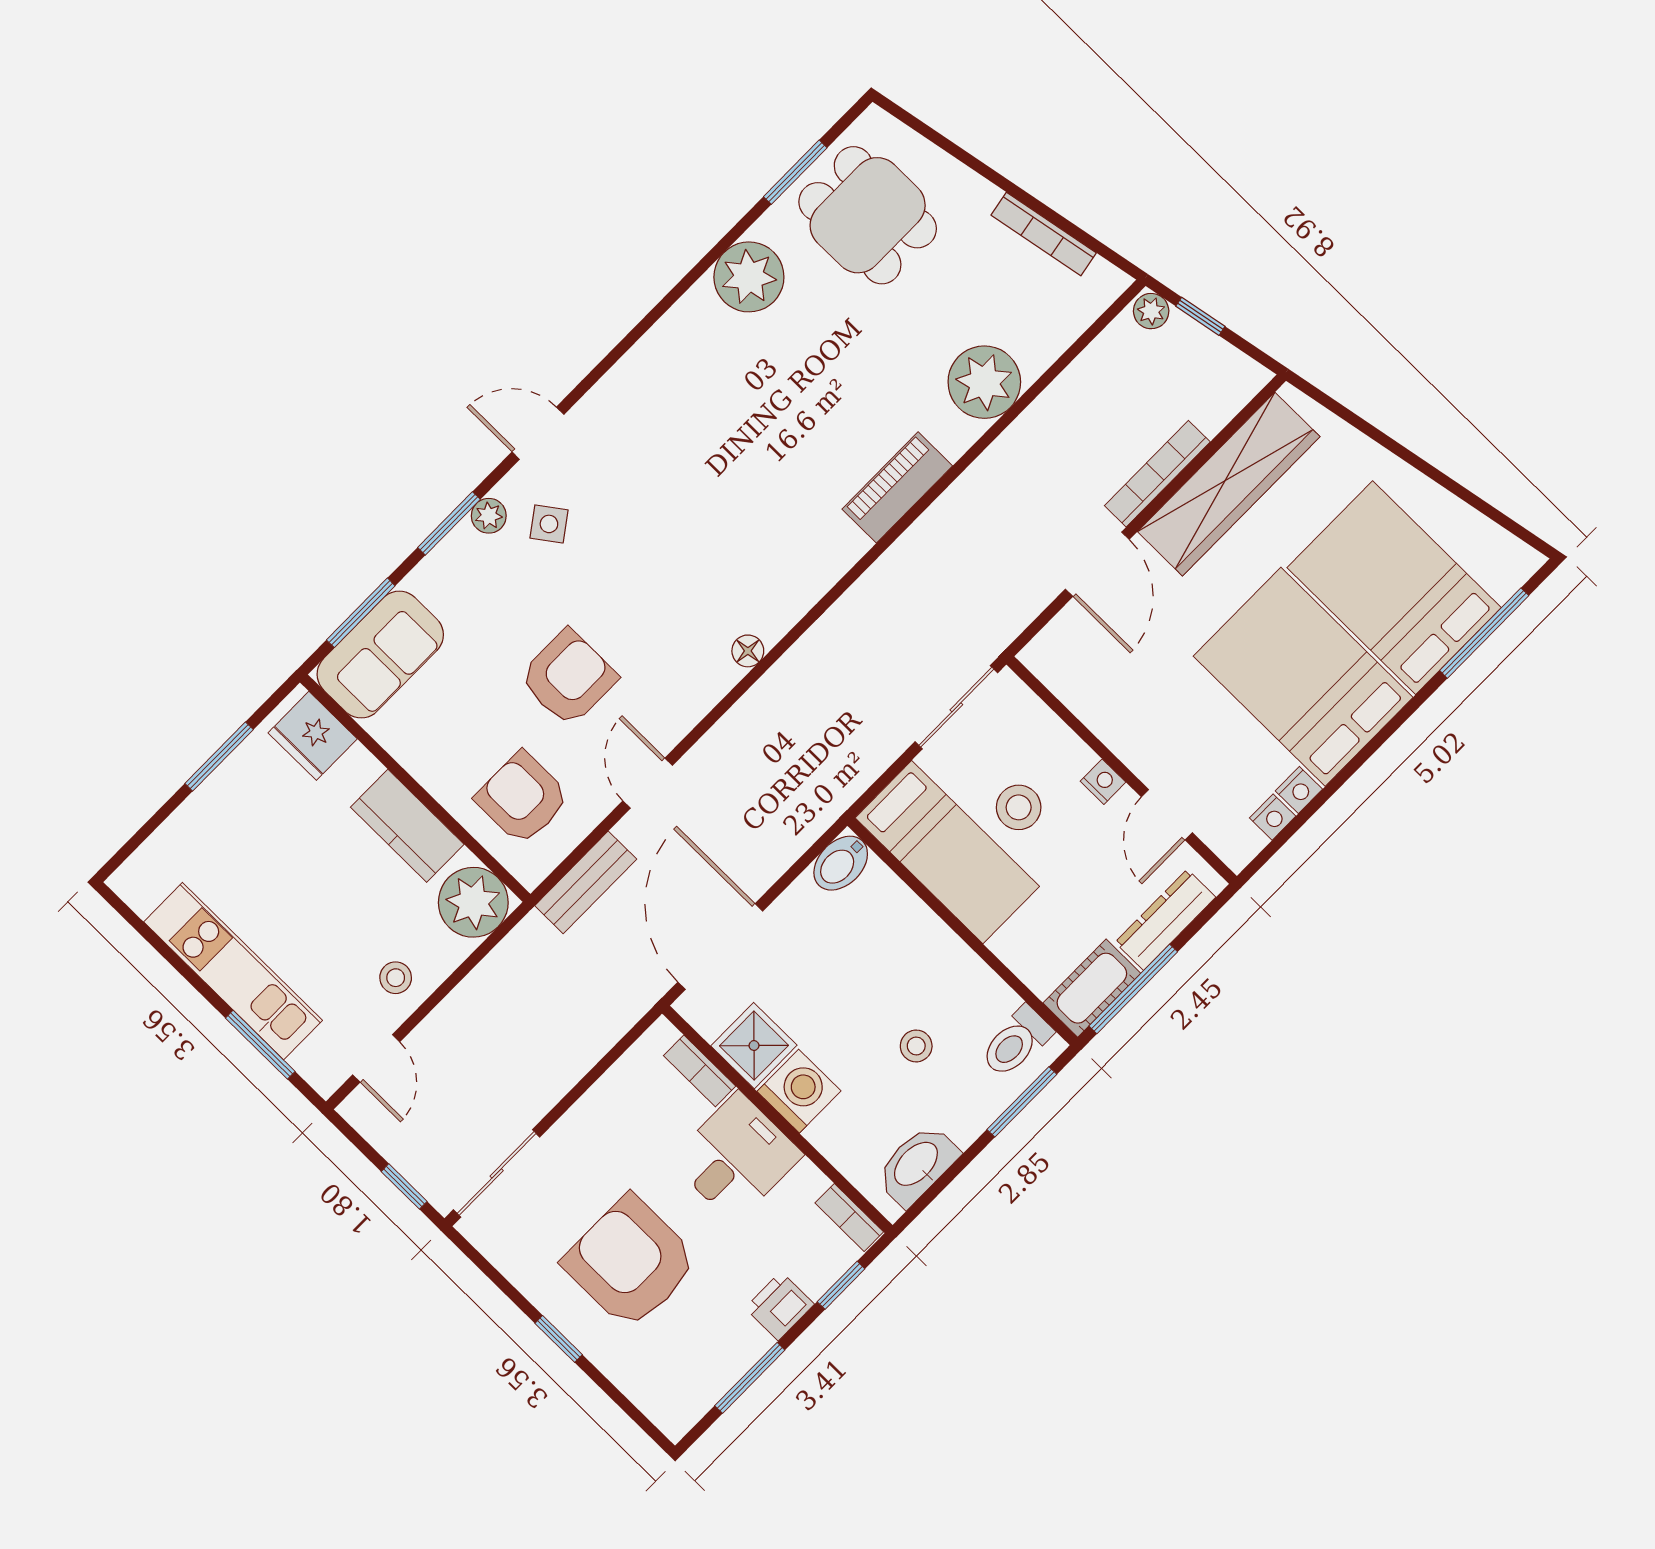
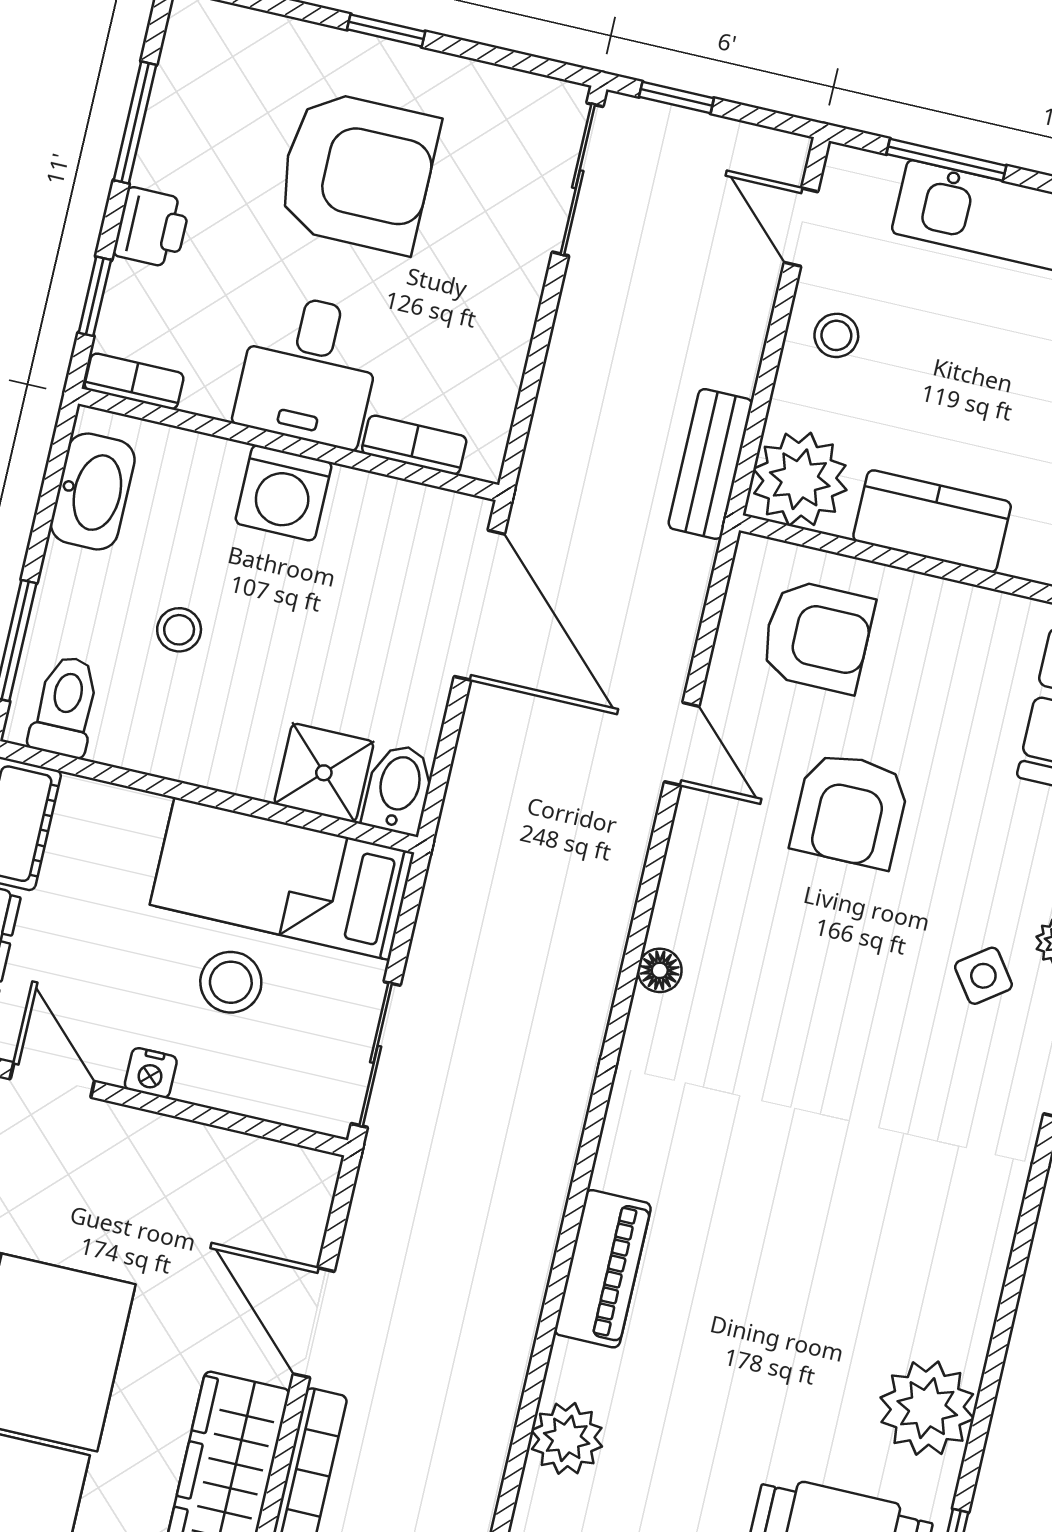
plant: (984, 382) -> (567, 1438), width x0.73, depth x0.73
bench: (586, 882) -> (710, 464), moved
shower: (754, 1046) -> (324, 773), moved

